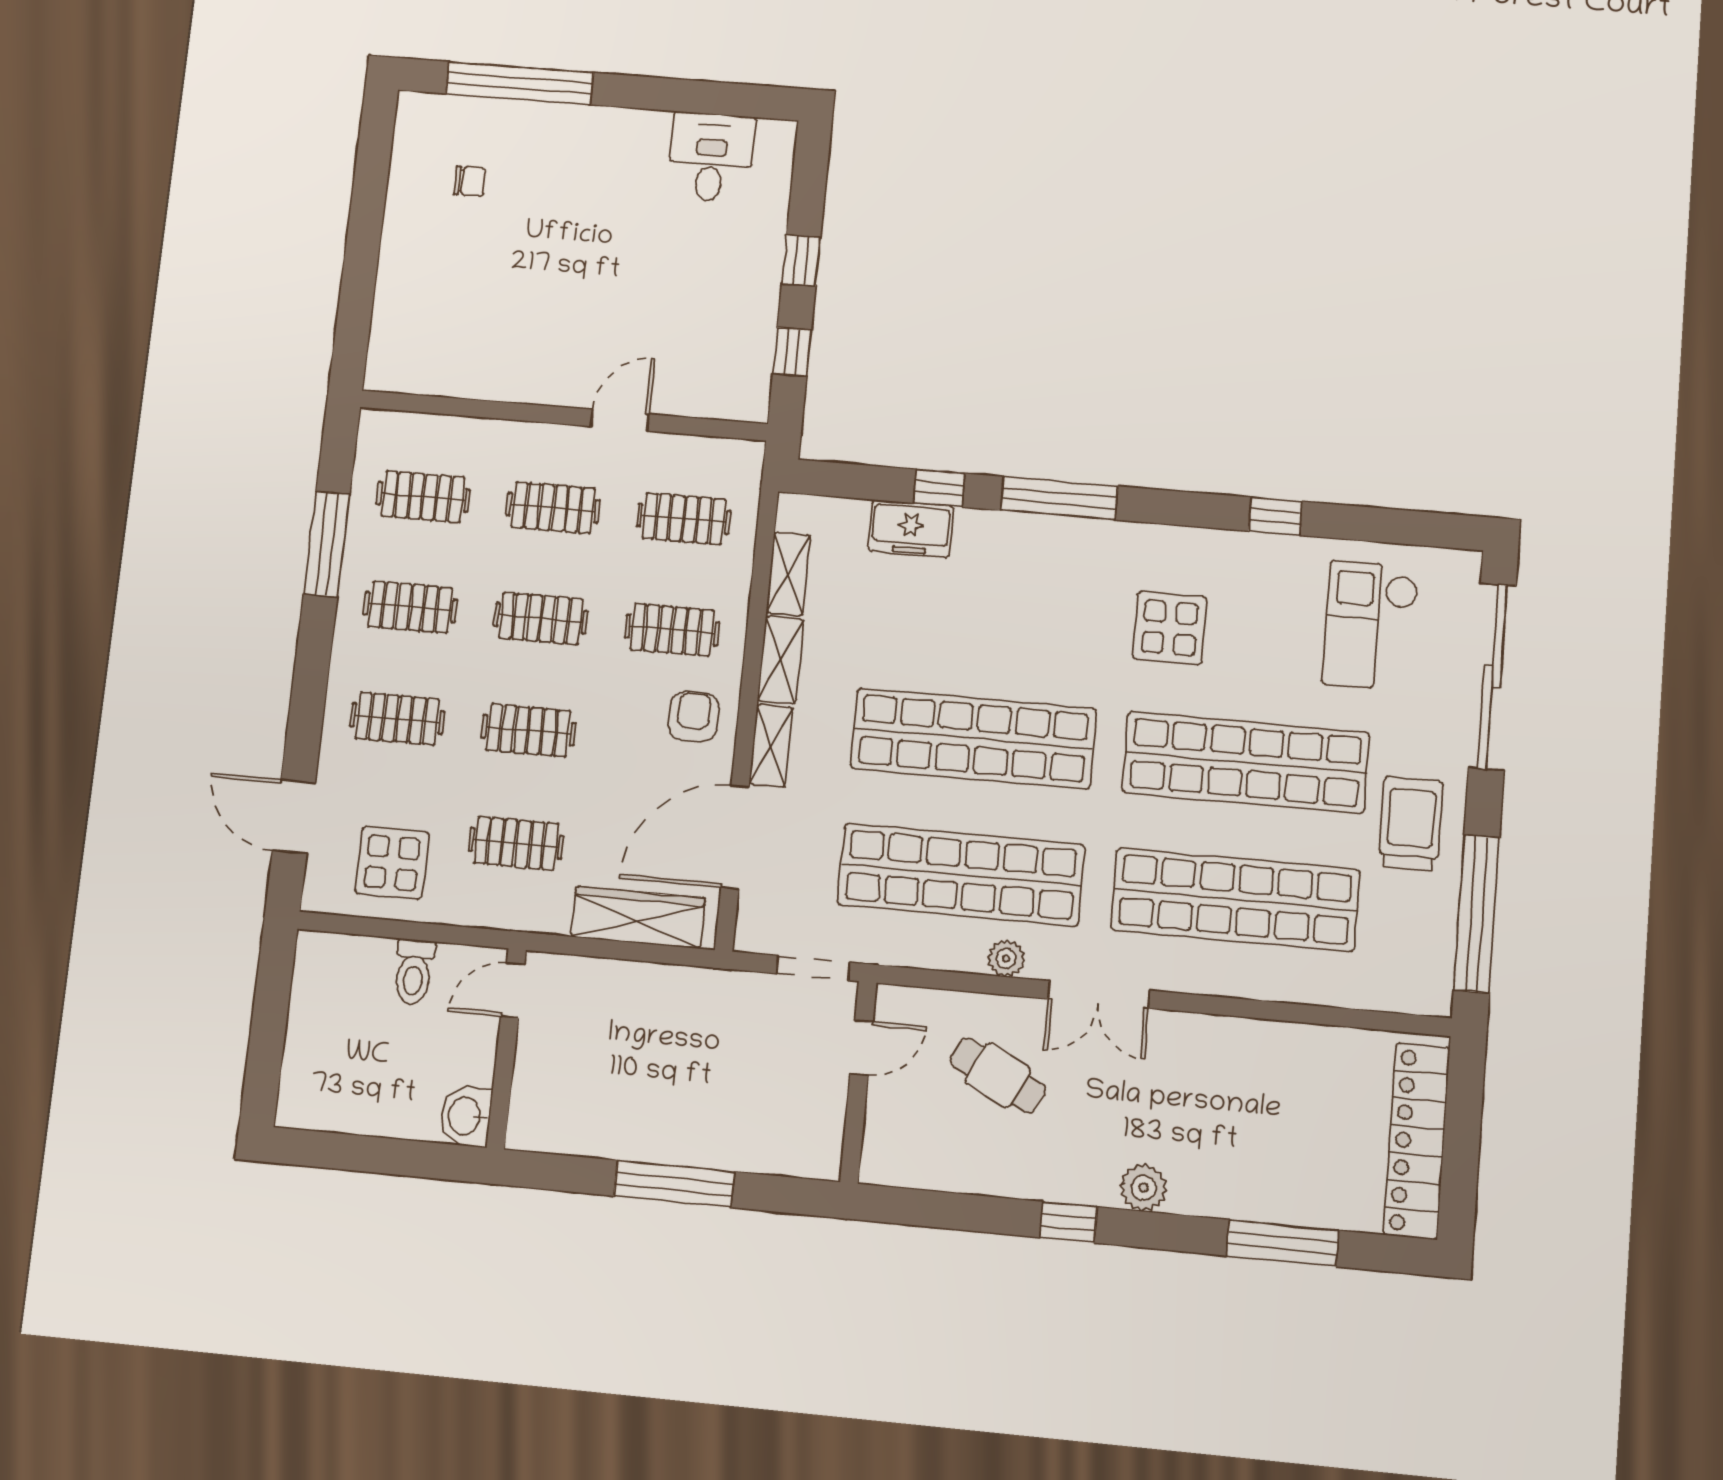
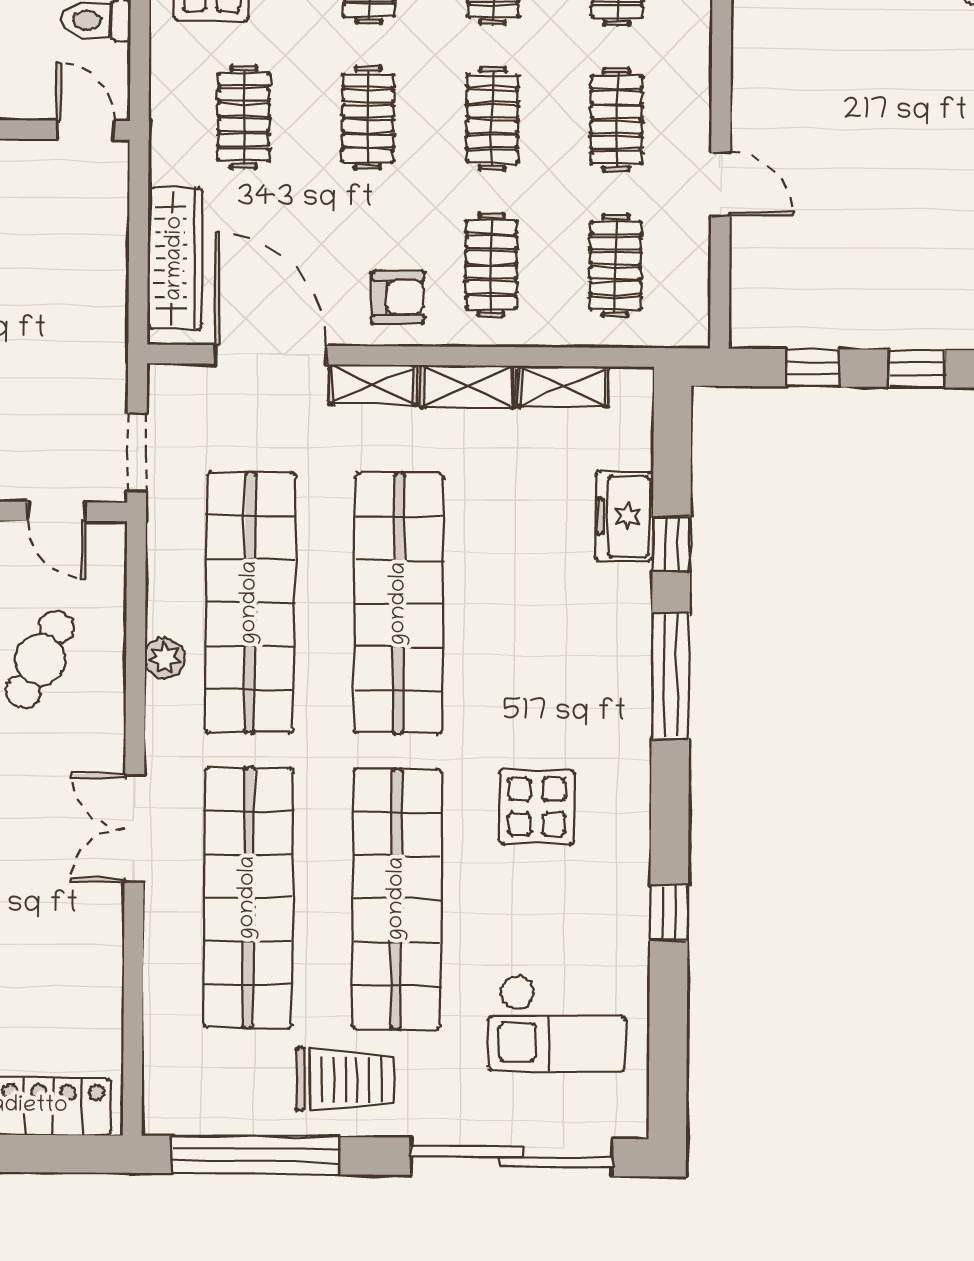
checkout: (1371, 626) -> (557, 1023), turned 180
double door: (1099, 995) -> (134, 828), moved

